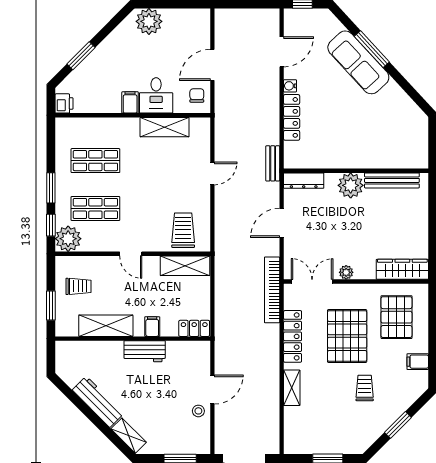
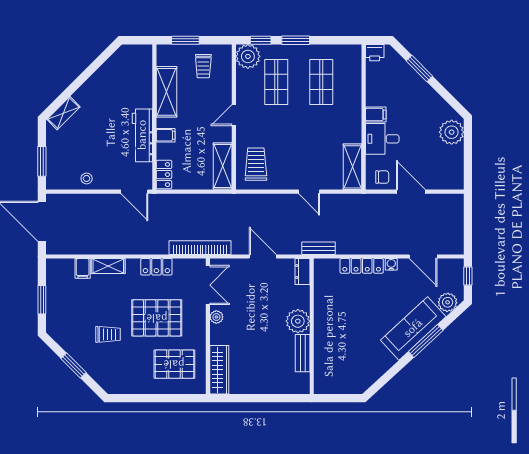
plant: (330, 26) -> (448, 302), added
shelving: (165, 127) -> (353, 167), moved
bench: (392, 180) -> (303, 353), width x0.73
dresser: (304, 181) -> (302, 271), width x0.70
trolley: (183, 230) -> (256, 164), turned -90
locker: (293, 336) -> (156, 267), width x0.66
workbench: (145, 351) -> (142, 135), width x1.37
filing cabinet: (418, 362) -> (83, 268), moved, turned 180
door: (212, 390) -> (134, 192), moved
workbench: (98, 402) -> (95, 84), removed

